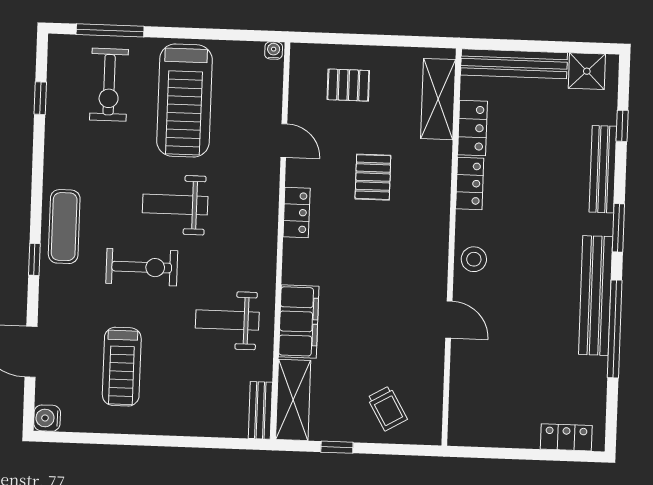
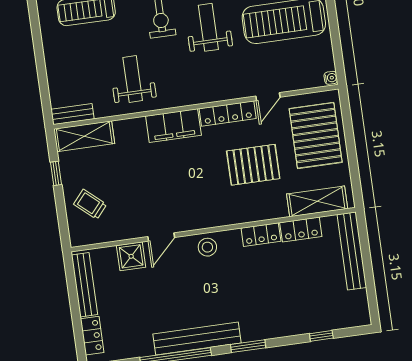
shower: (587, 71) -> (131, 256), moved
pallet: (348, 85) -> (316, 135), width x2.05, depth x2.00
bench: (603, 169) -> (85, 285), moved, turned 90
pallet: (373, 177) -> (253, 165), width x1.50, depth x1.42
locker: (297, 212) -> (228, 113), width x1.53
filing cabinet: (299, 321) -> (173, 126), moved
trolley: (387, 408) -> (90, 204), turned 71

